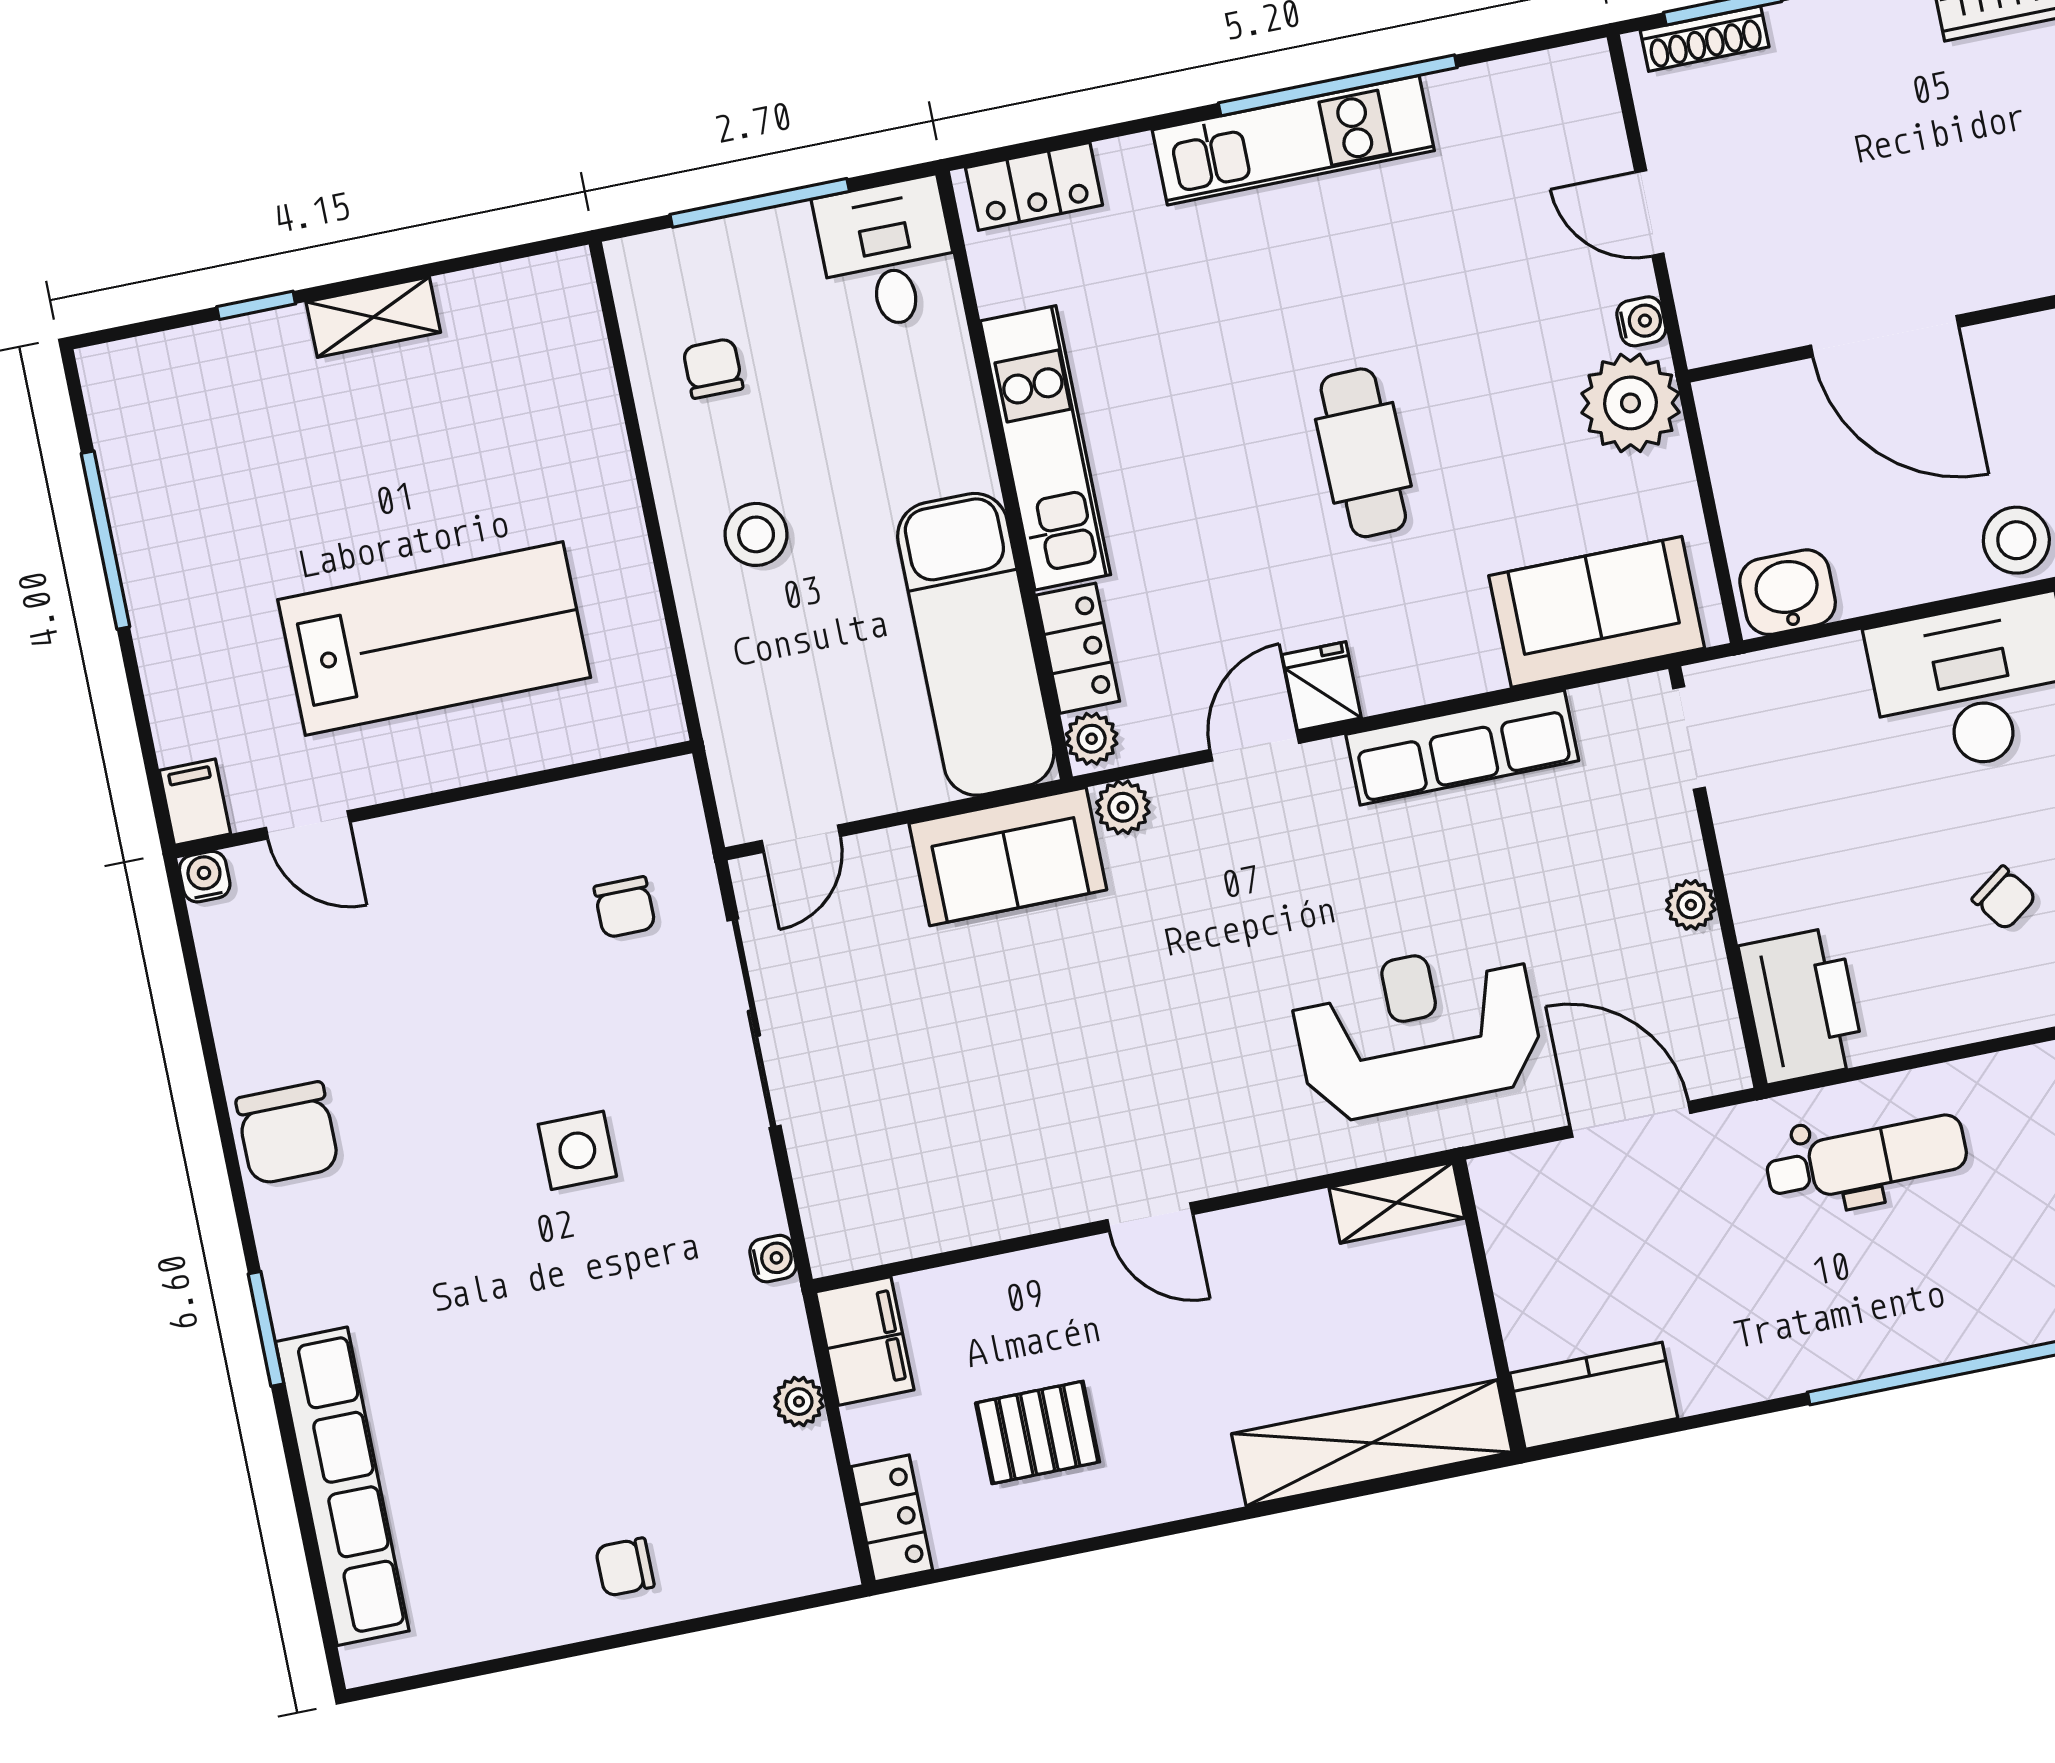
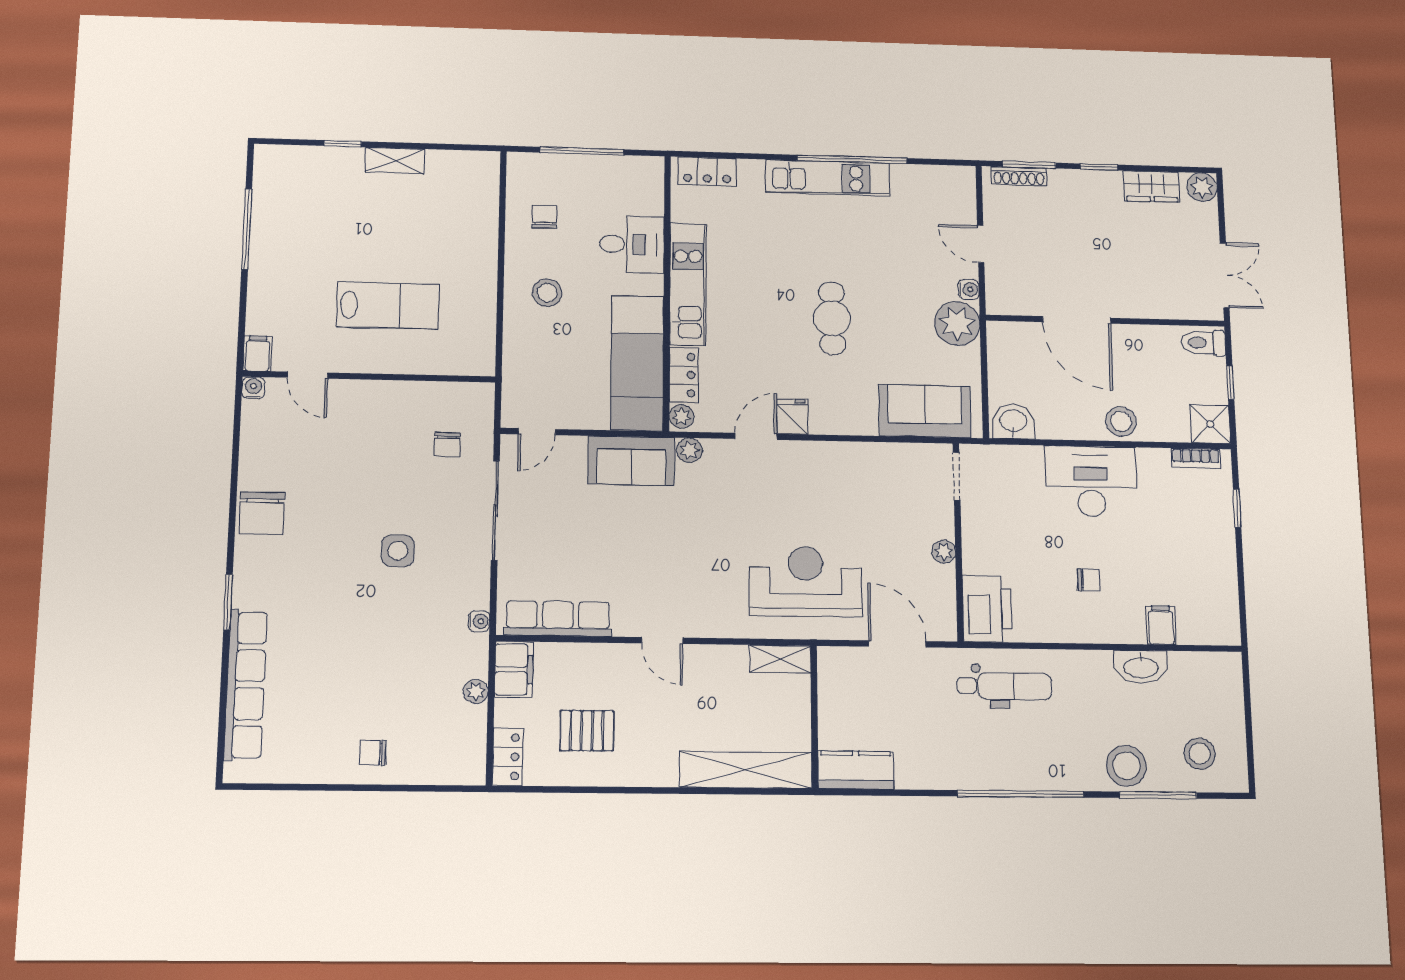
desk: (888, 254) -> (632, 244), moved, turned 90
lab bench: (434, 639) -> (388, 305), width x0.73, depth x0.72
row of seats: (1462, 748) -> (558, 619), moved, turned 180
chair: (2004, 898) -> (1089, 580), turned -54

